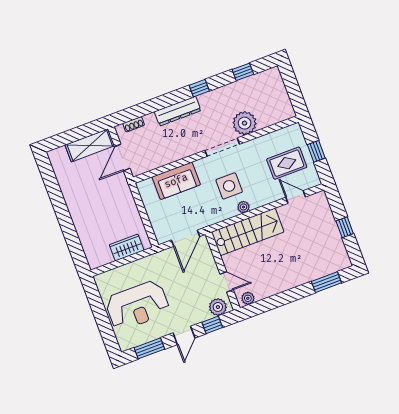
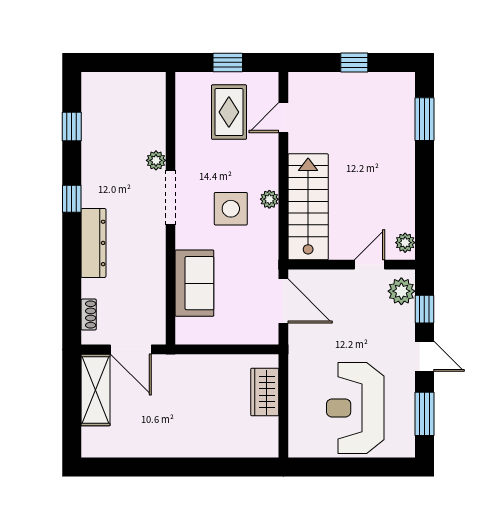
plant: (245, 123) -> (156, 160), width x0.53, depth x0.53
reception desk: (137, 305) -> (355, 408), turned 180

